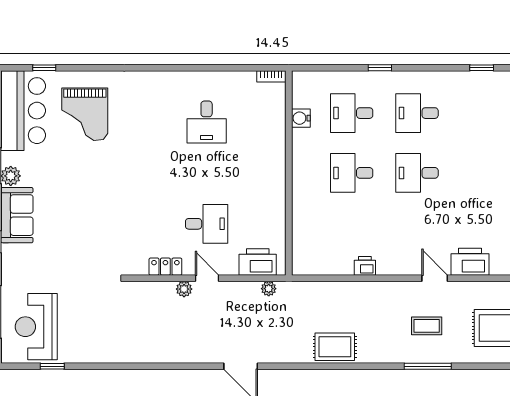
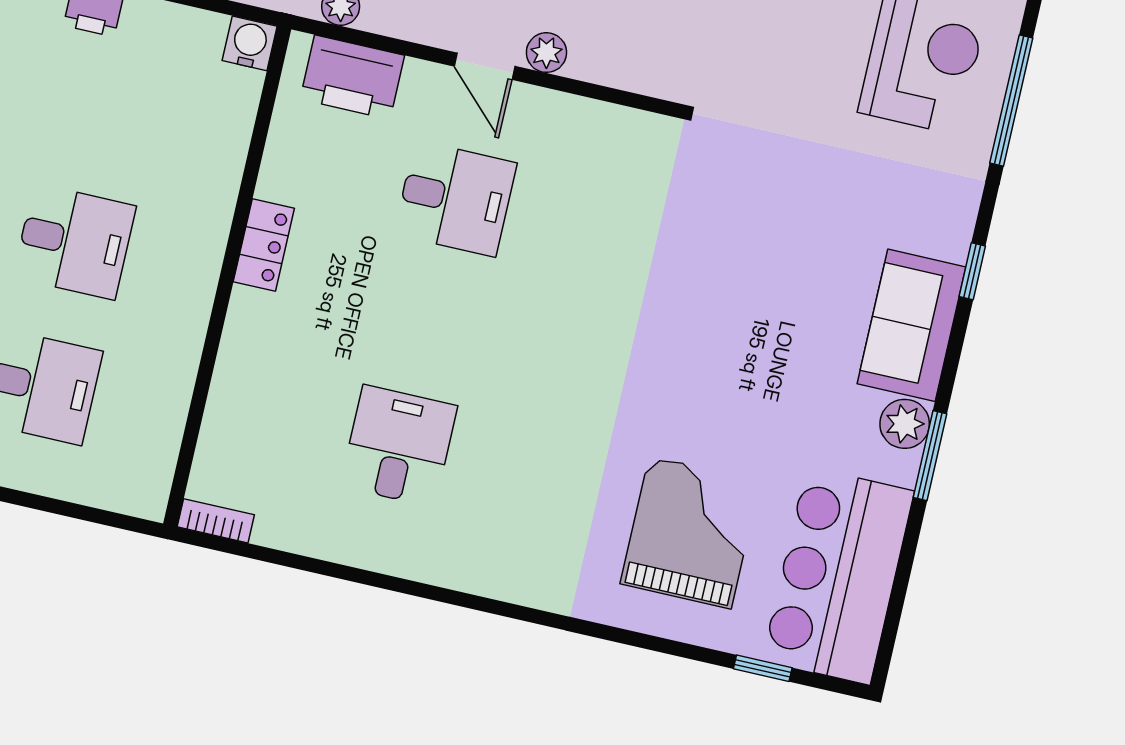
water cooler: (301, 118) -> (250, 43), moved, turned -90
desk: (207, 224) -> (455, 199), turned 180
locker: (165, 267) -> (264, 245), moved, turned -90

